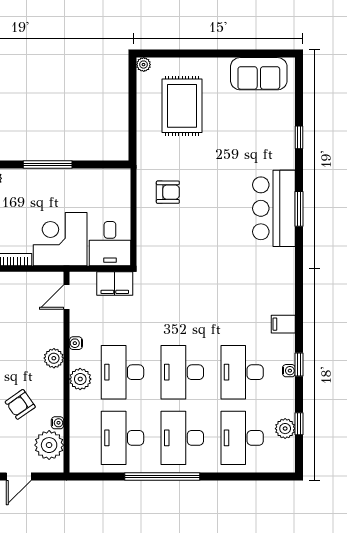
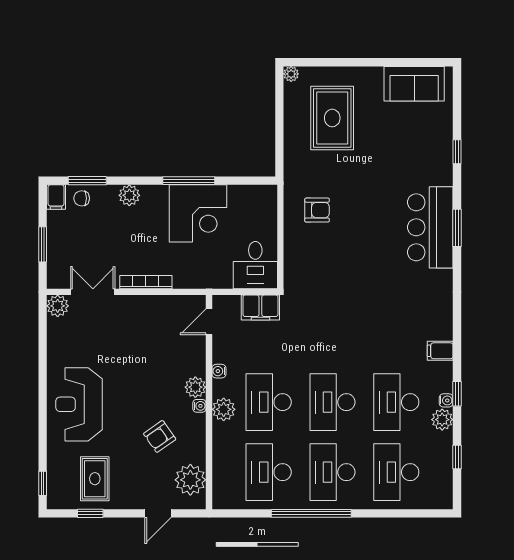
corner desk: (60, 239) -> (198, 213), moved, turned 180
water cooler: (57, 423) -> (199, 406), moved
plant: (285, 429) -> (442, 420), moved

